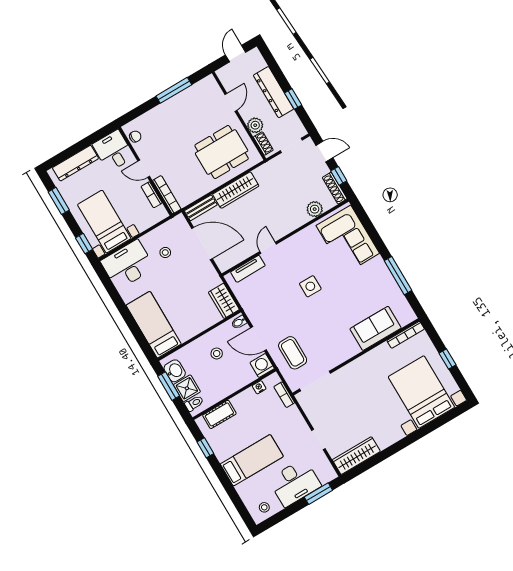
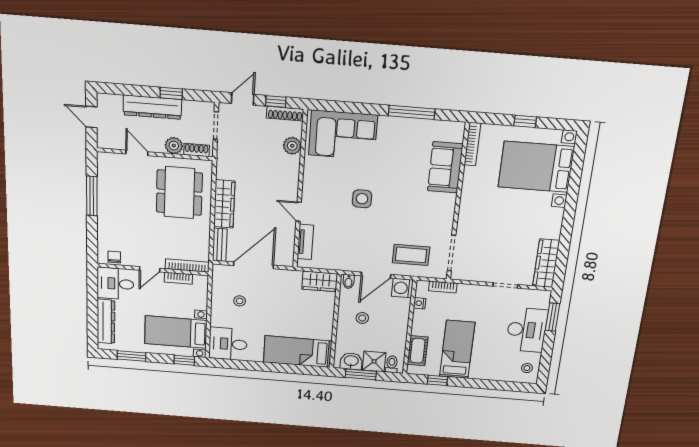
desk: (128, 265) -> (228, 344), width x0.73
bed: (252, 460) -> (457, 350), moved

